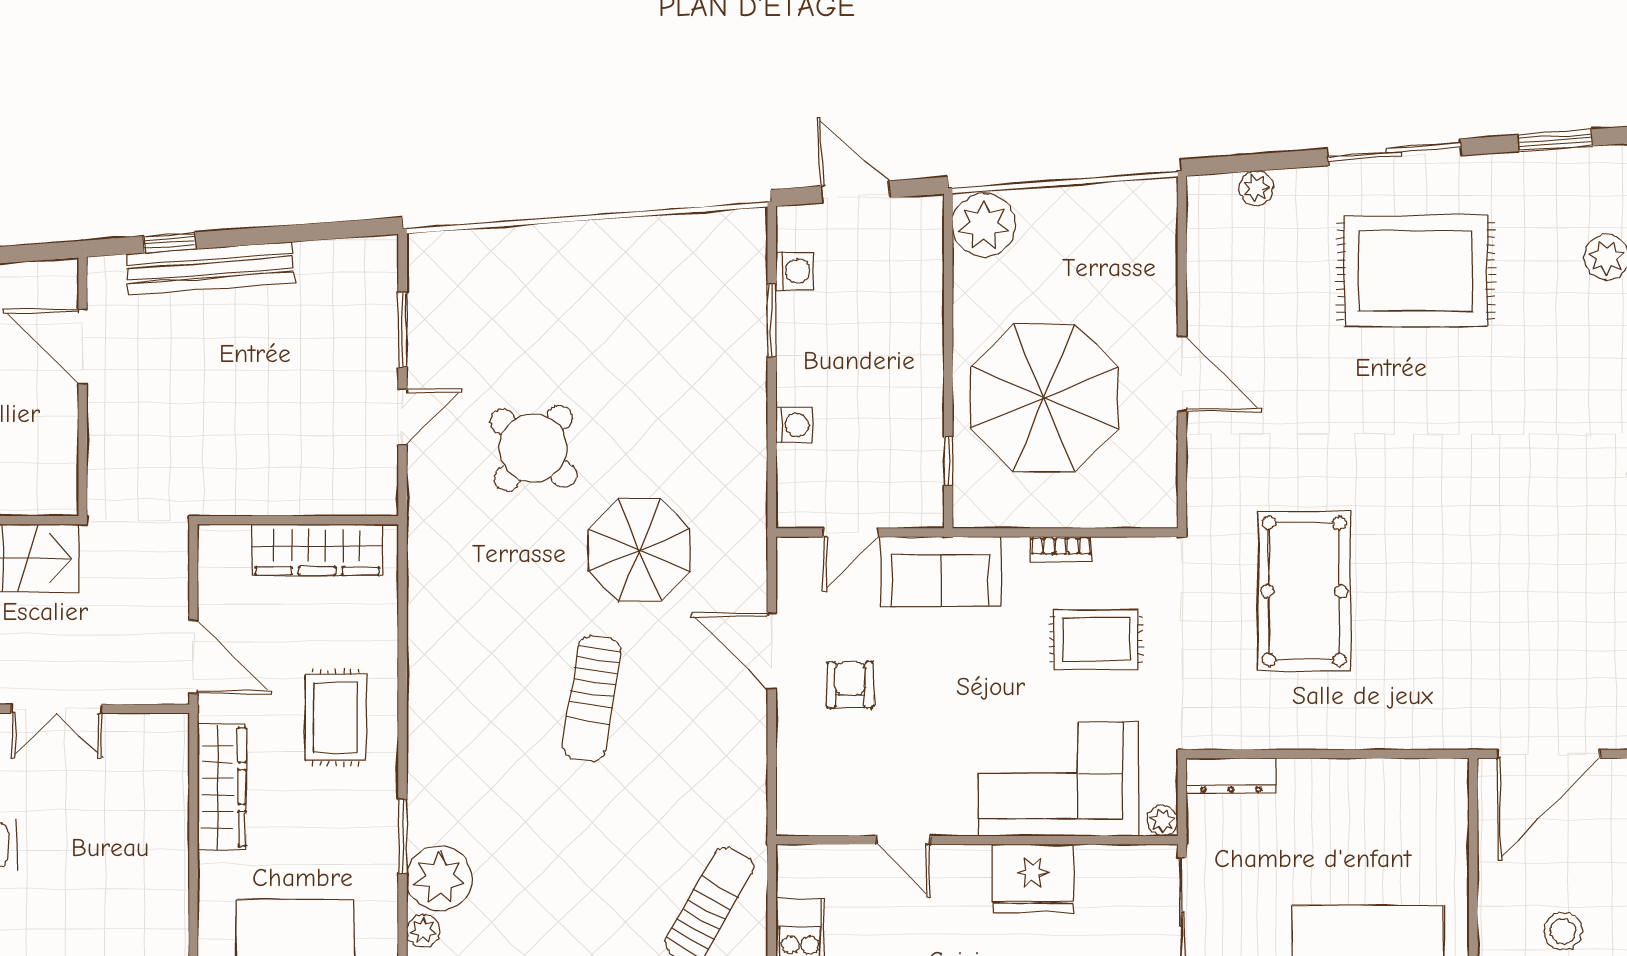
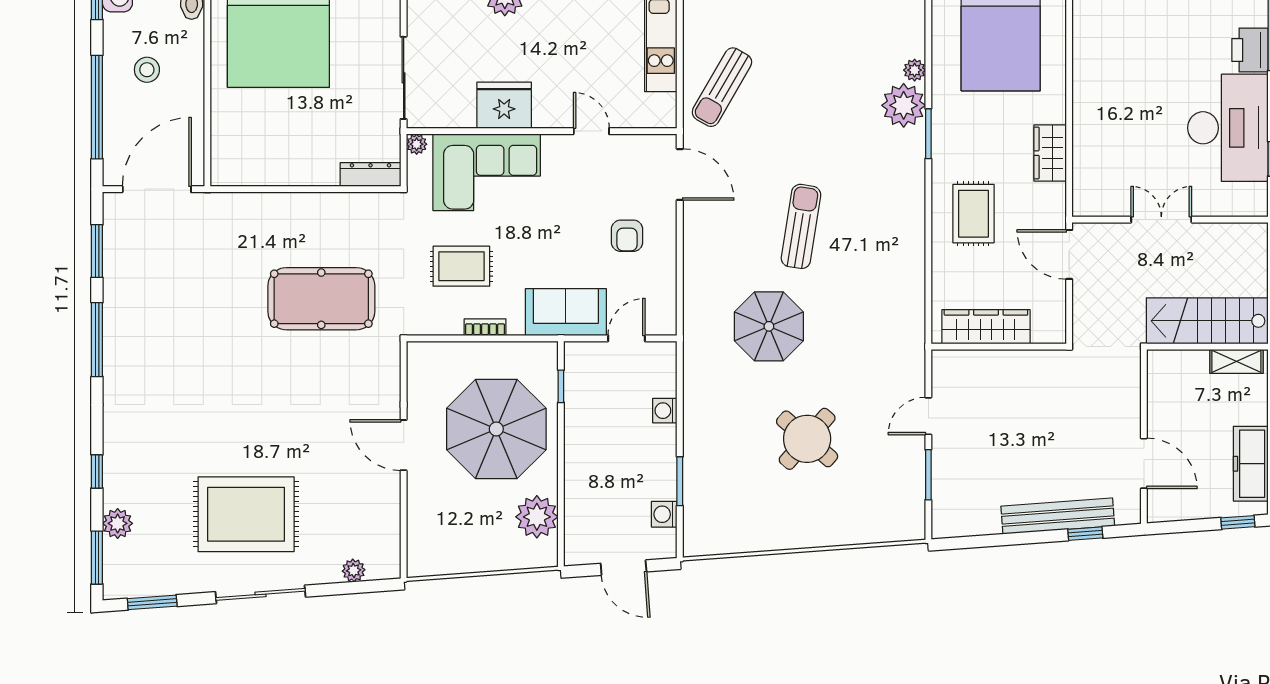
plant: (984, 225) -> (537, 517), moved
round table: (533, 448) -> (807, 439), moved
pool table: (1304, 591) -> (321, 299), turned 90
door: (772, 651) -> (680, 175), moved
wardrobe: (222, 787) -> (1050, 153), width x0.67

